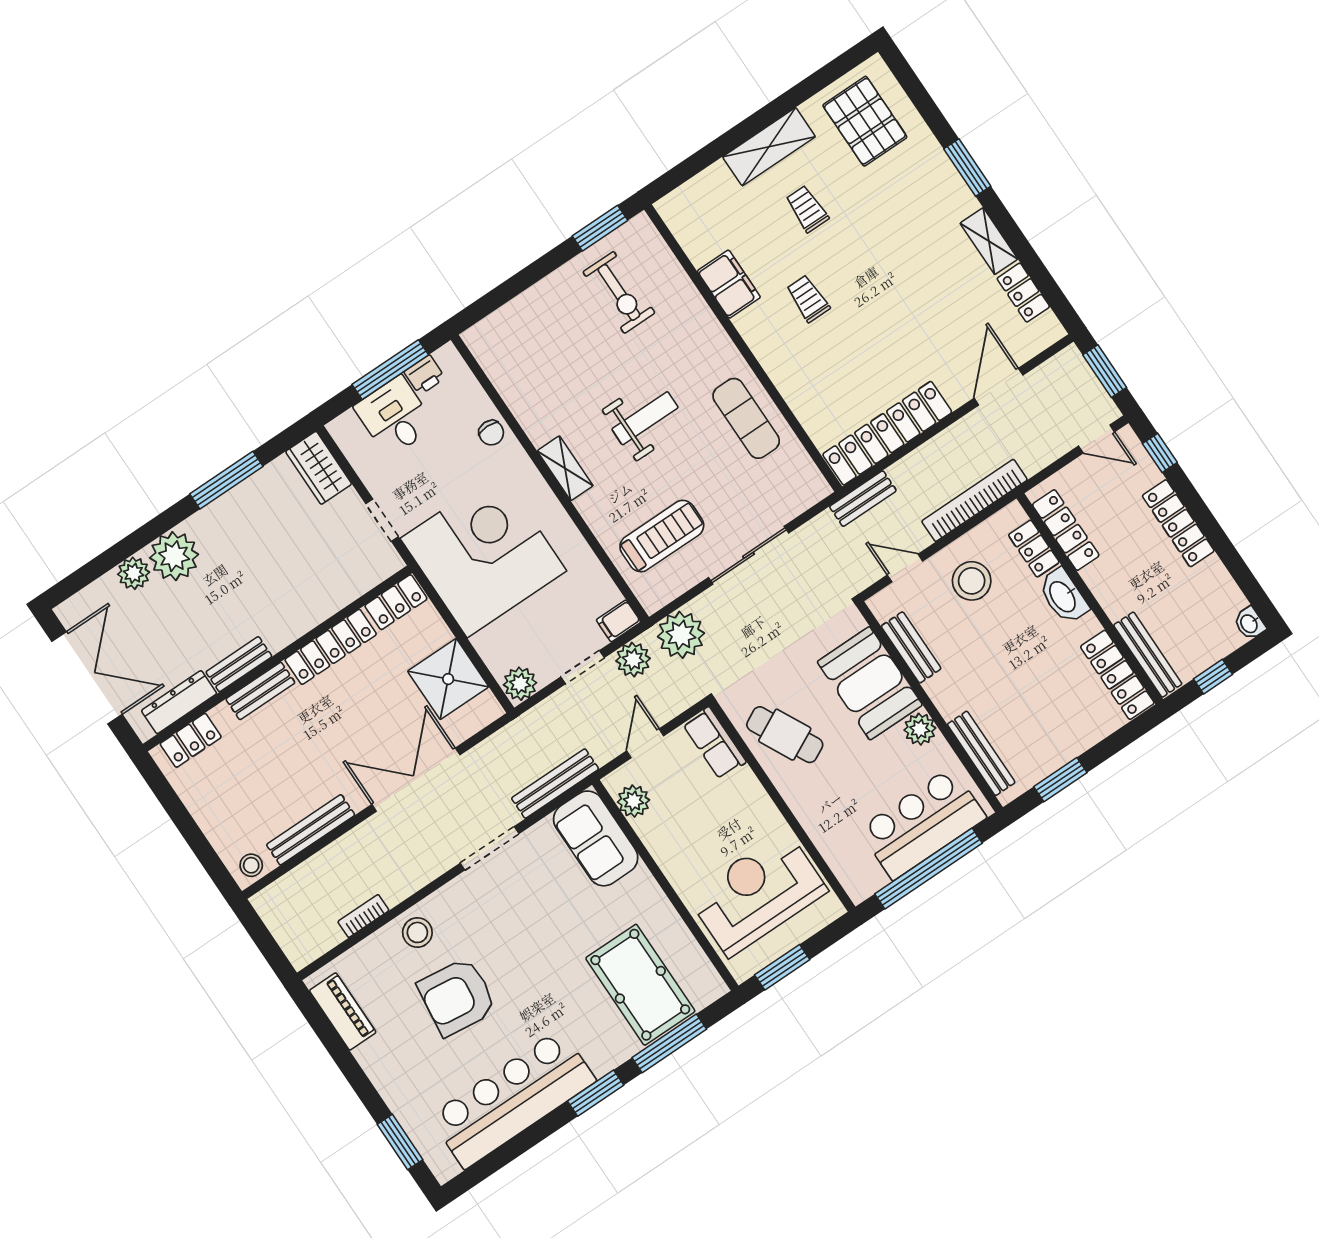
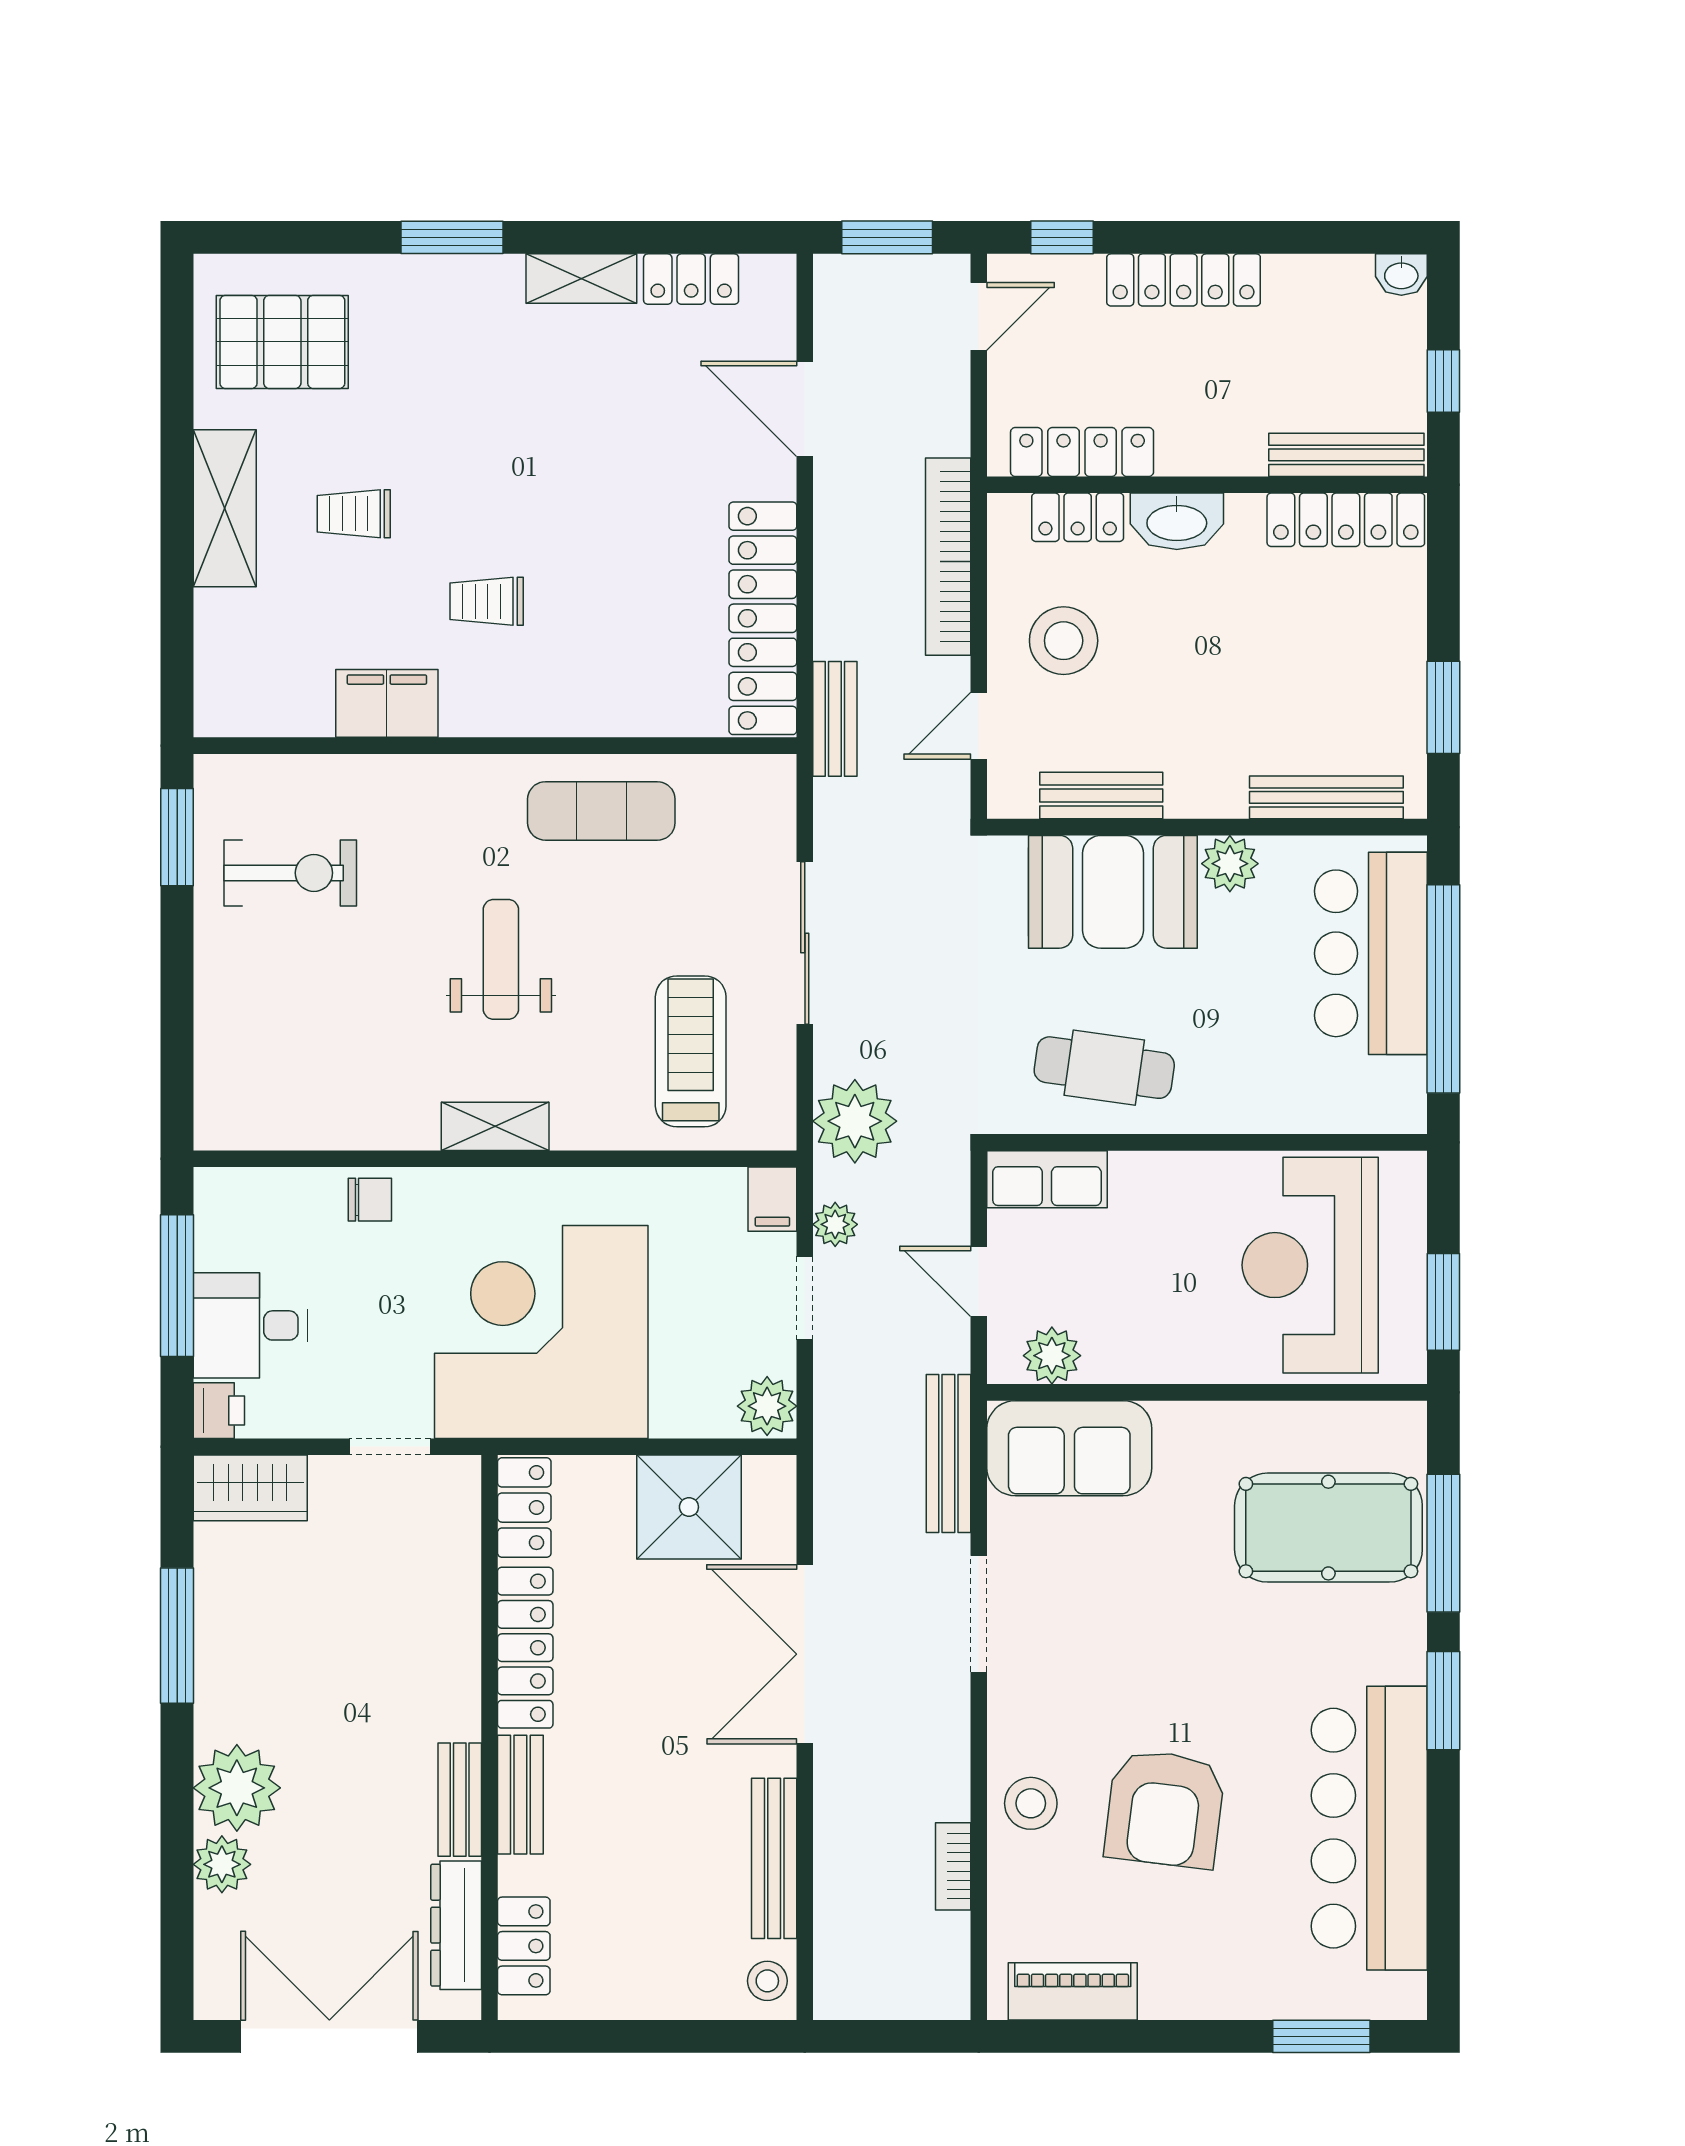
printer: (425, 375) -> (219, 1411), moved
plant: (633, 660) -> (835, 1224), width x0.73, depth x0.73
cafe table: (785, 735) -> (1104, 1068), turned 35

